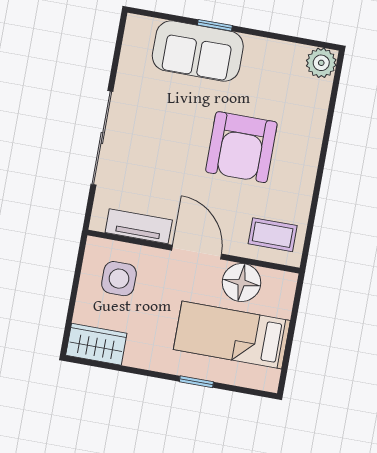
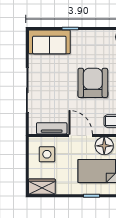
sofa: (198, 51) -> (49, 42), moved
armchair: (241, 147) -> (93, 83), turned 180

